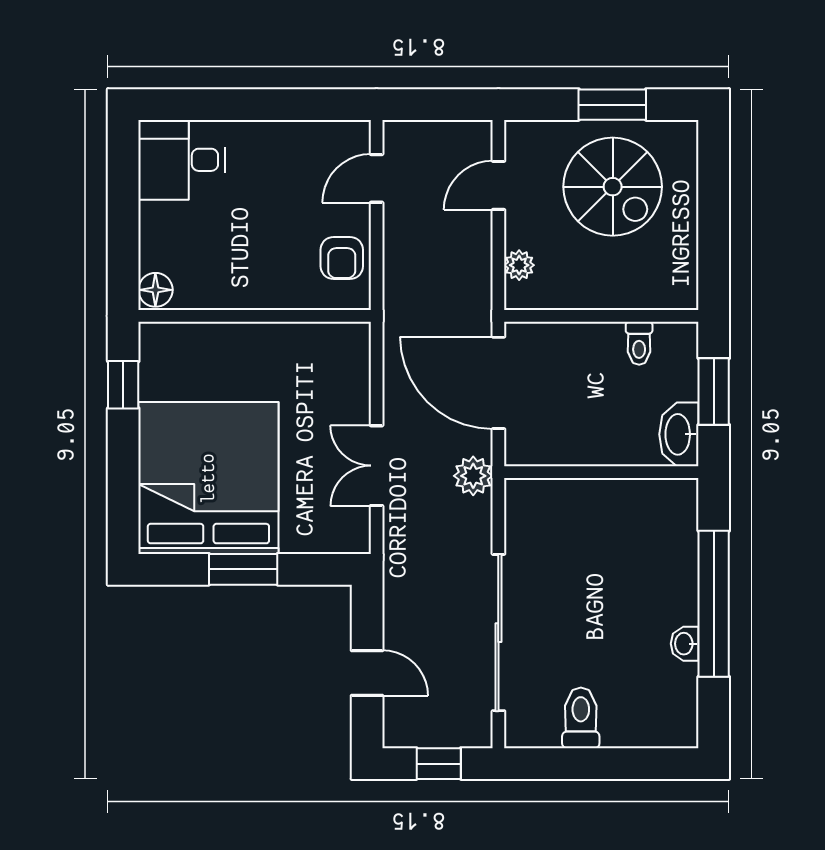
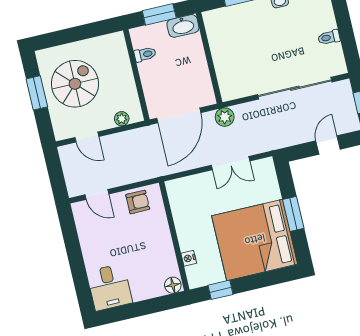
nightstand: (203, 335) -> (189, 258), added
toilet: (581, 718) -> (329, 37), width x0.73, depth x0.72

